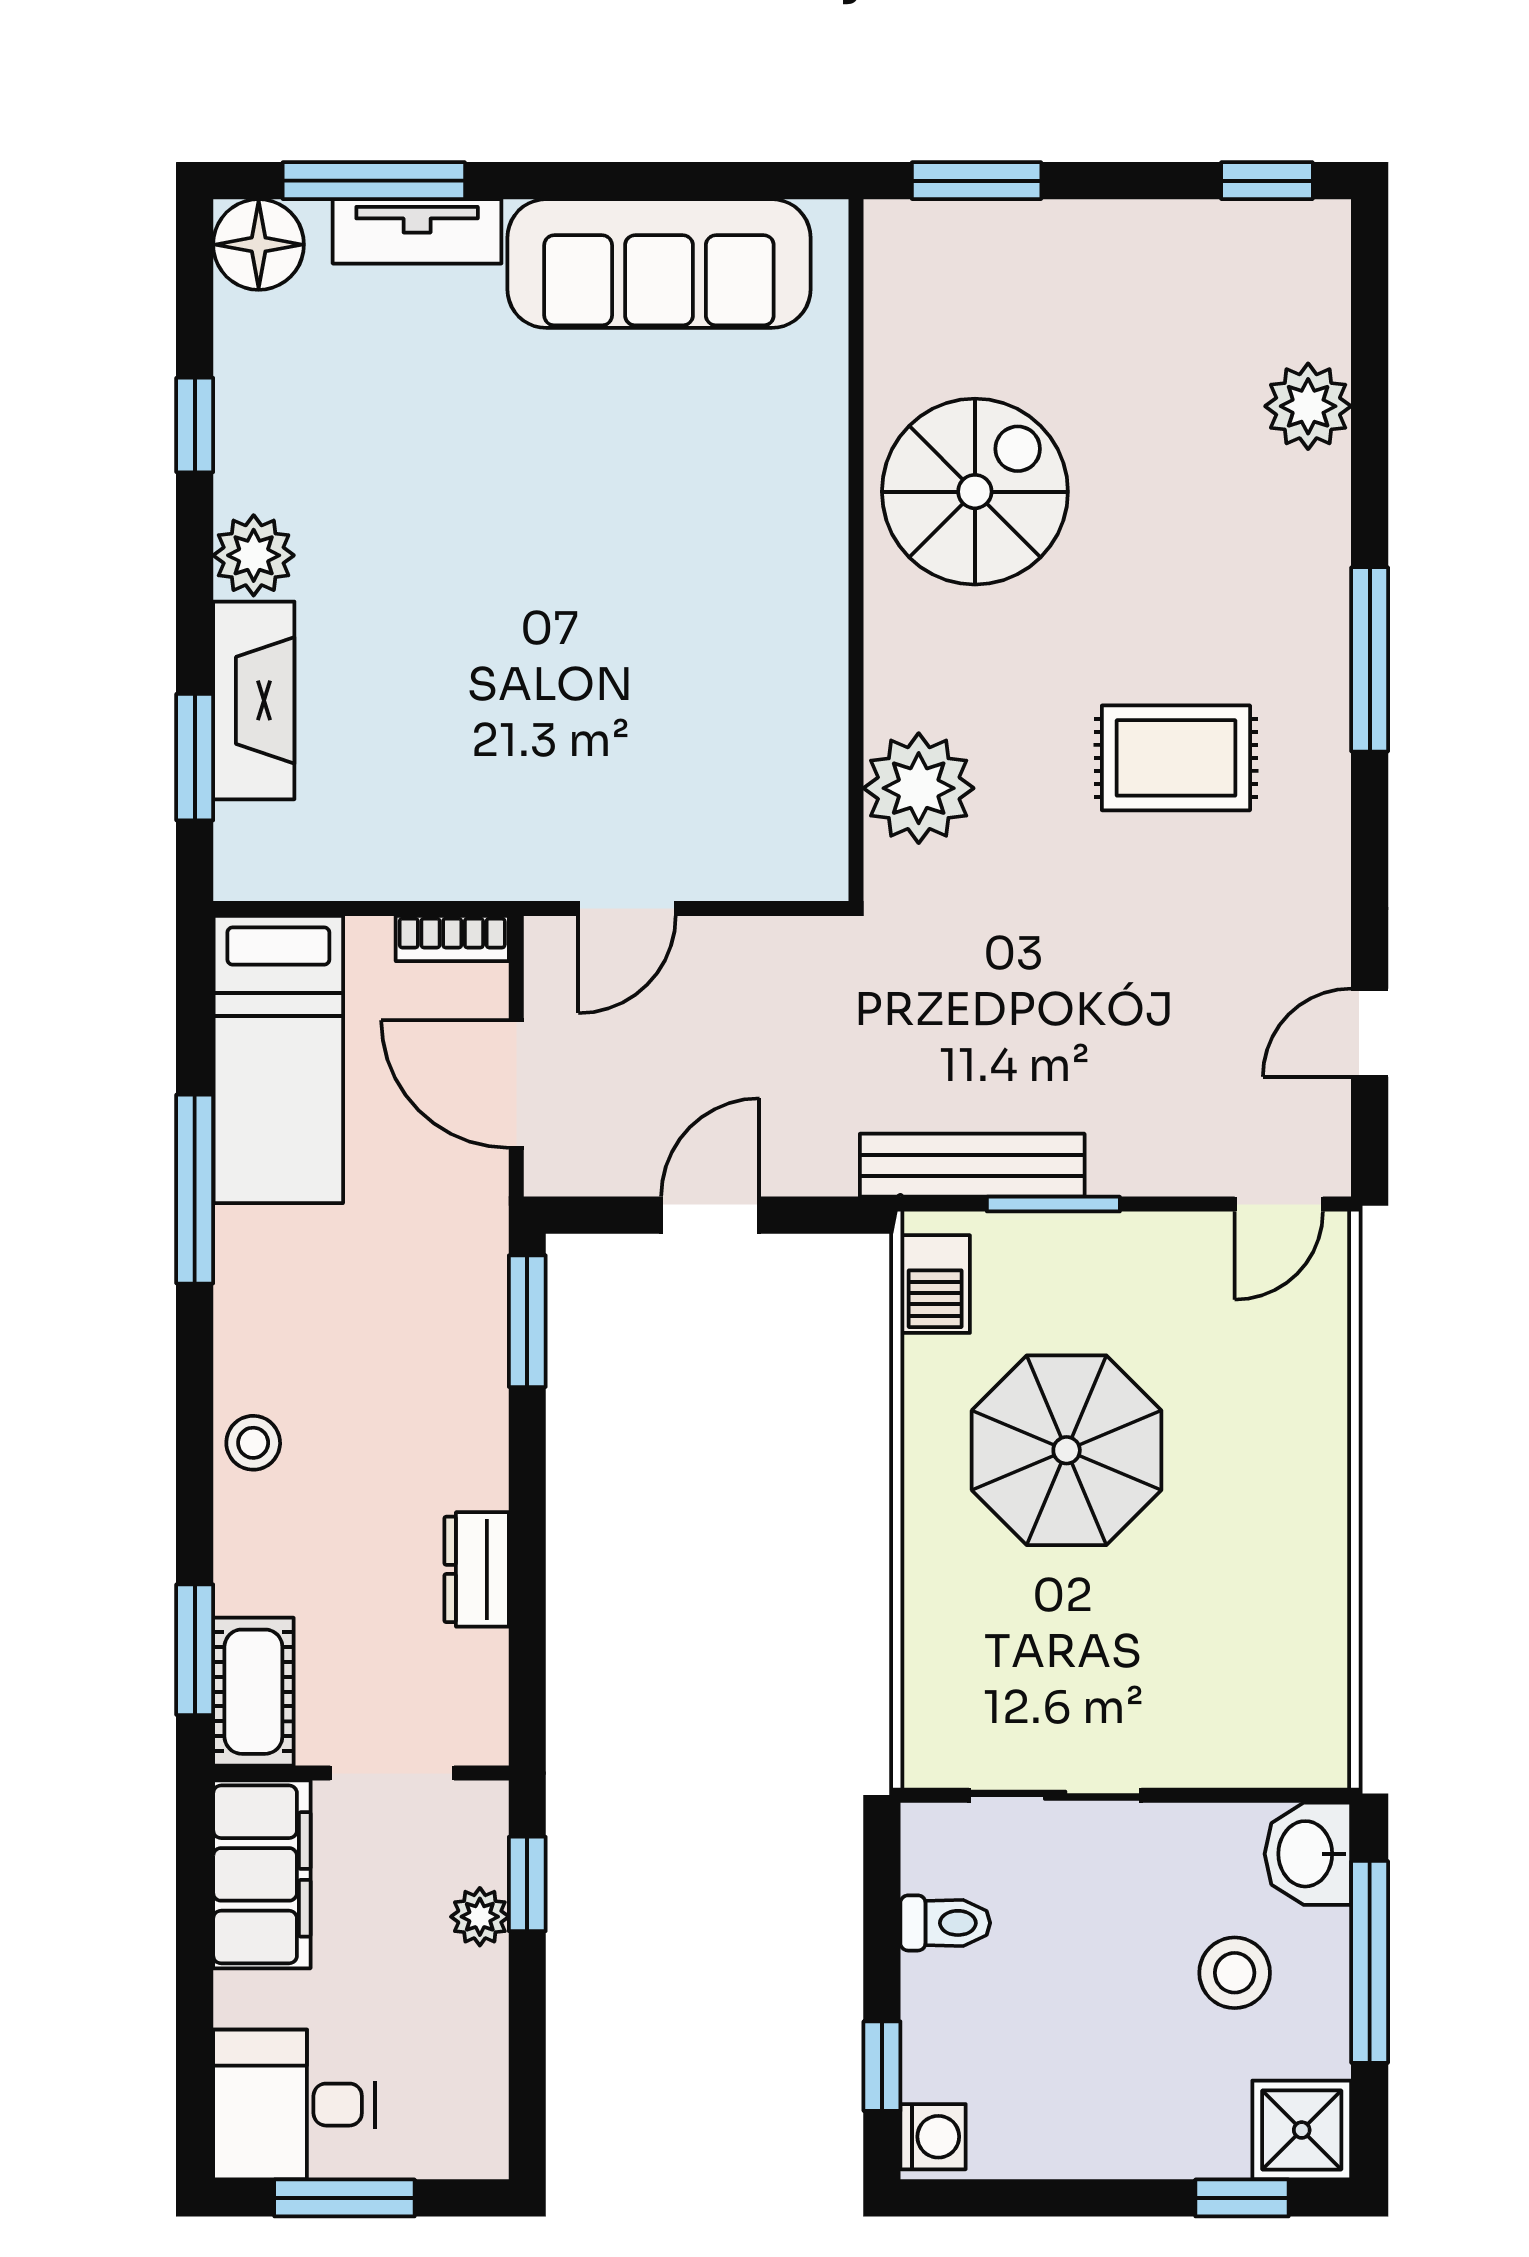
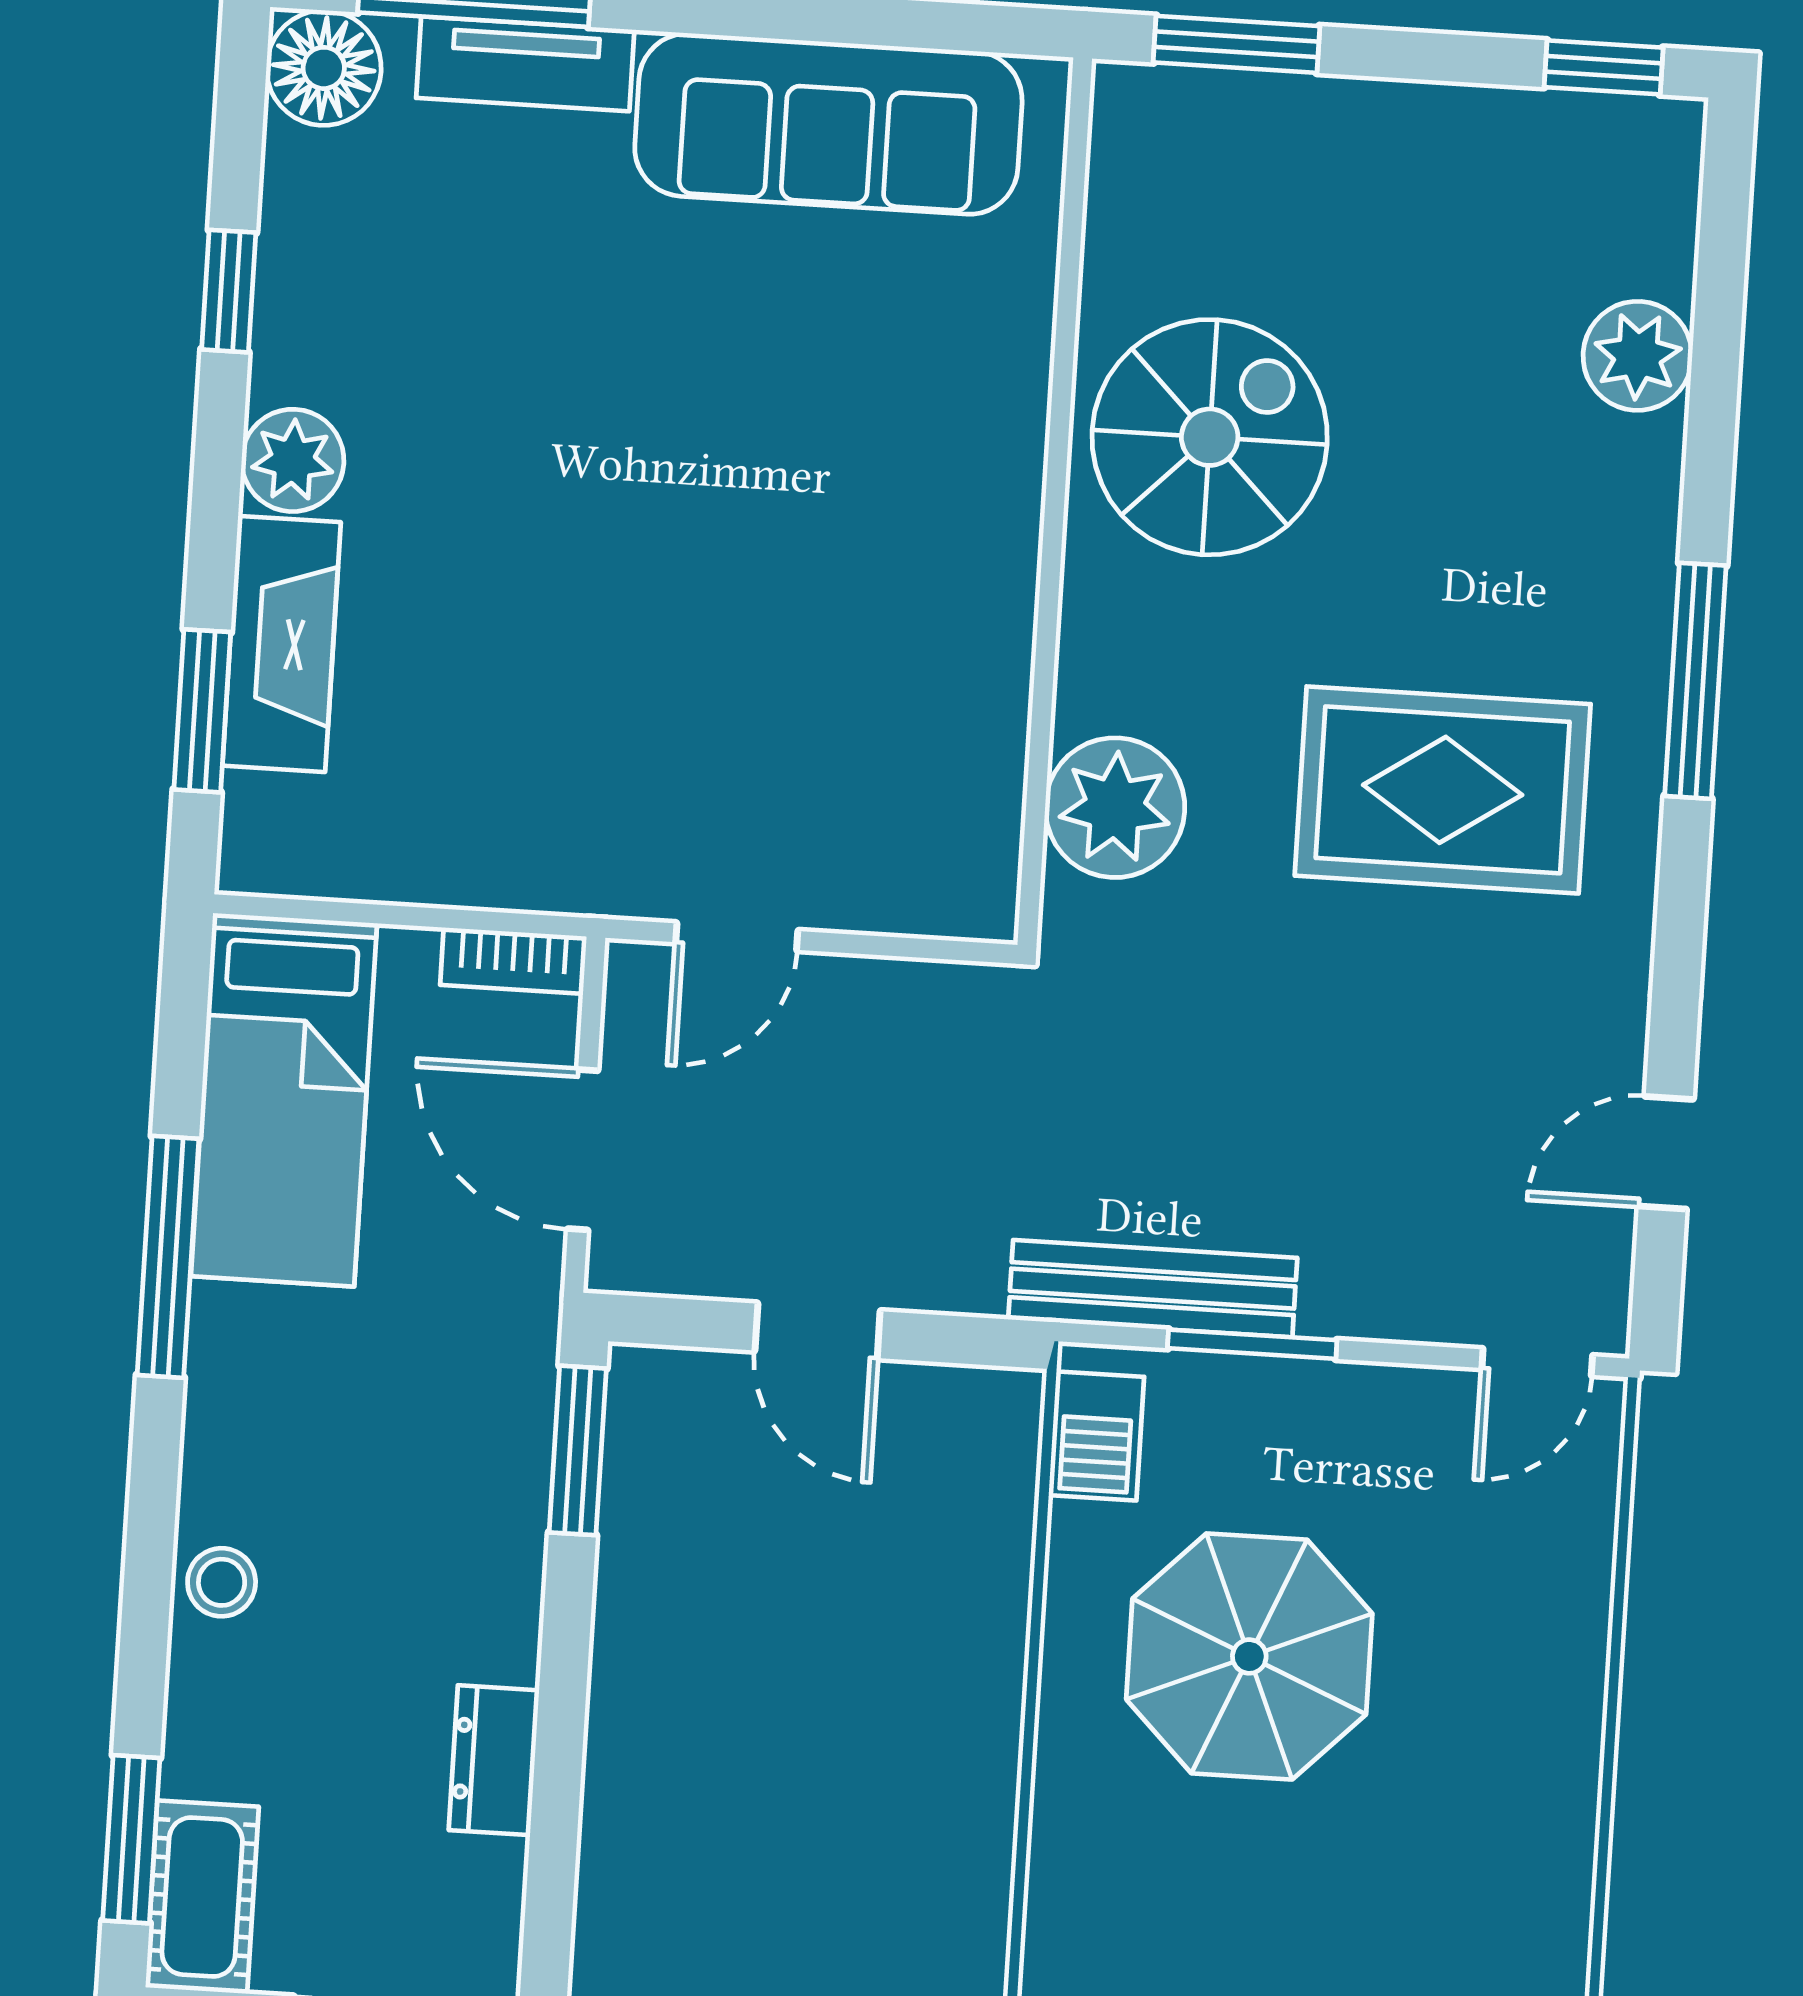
rug: (1176, 758) -> (1443, 790), width x1.36, depth x1.43
door: (710, 1215) -> (818, 1331), swing flipped

